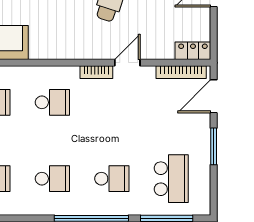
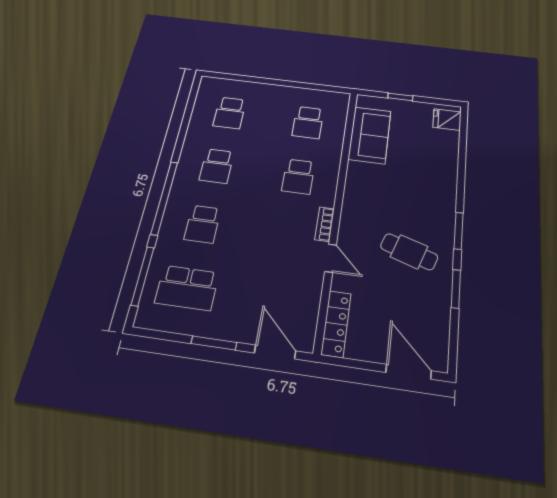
locker: (193, 51) -> (336, 324), width x1.53
bookcase: (181, 72) -> (311, 317), removed

